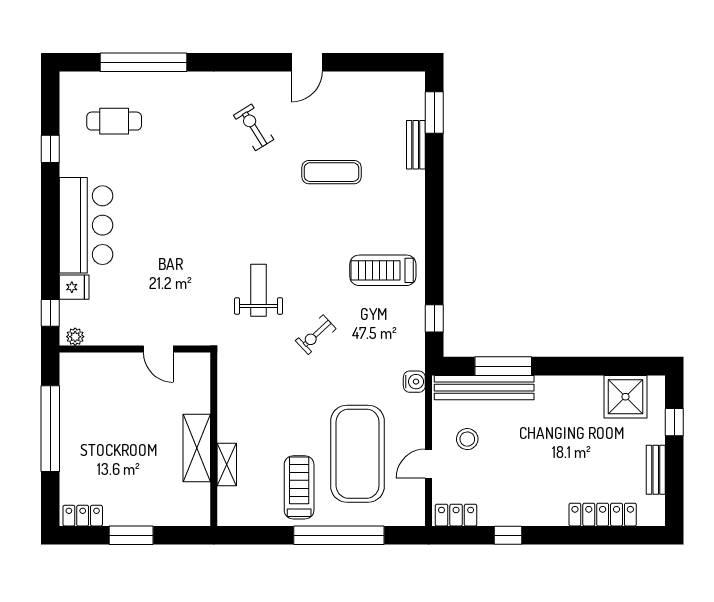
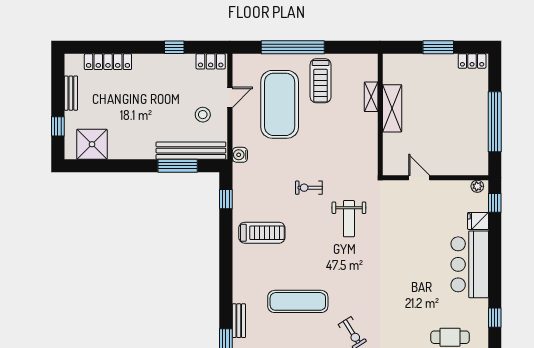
exercise mat: (332, 172) -> (298, 301), width x1.36, depth x1.45
exercise bike: (316, 335) -> (309, 188), turned -137

